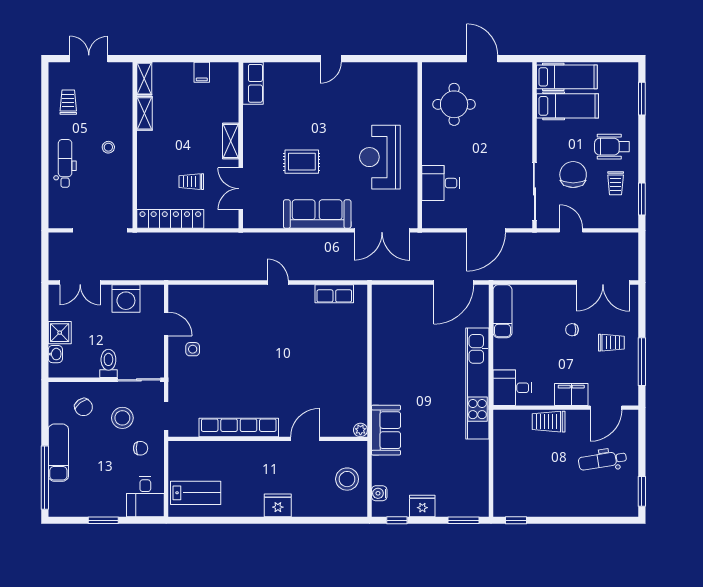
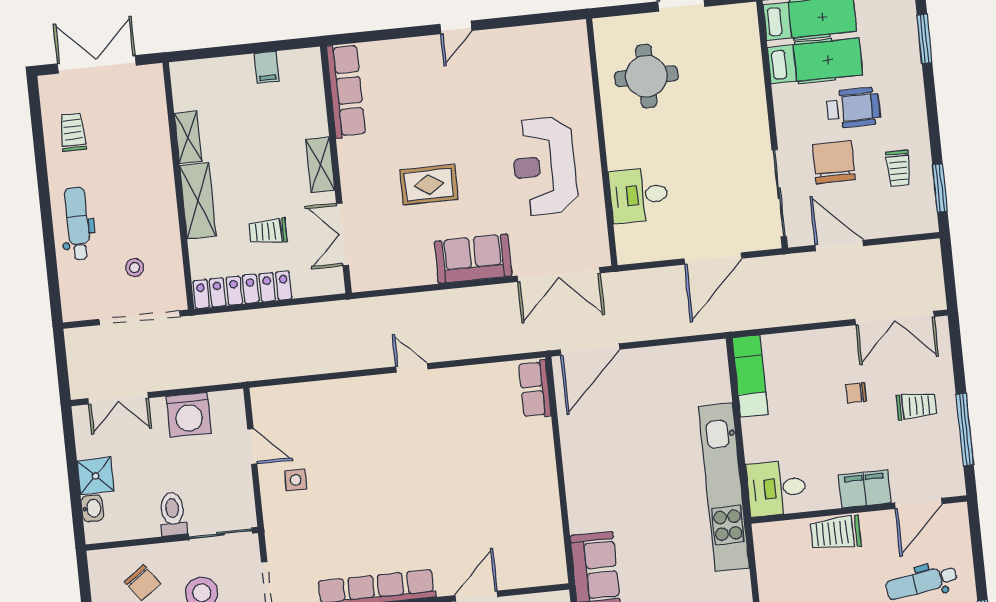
double door: (89, 59) -> (97, 64), width x1.37
shelving: (144, 79) -> (198, 201), moved, width x1.50, depth x1.33
row of seats: (253, 83) -> (346, 91), width x1.48
stool: (108, 147) -> (135, 268), moved
wheelchair: (612, 147) -> (853, 108), moved, turned 180
sofa: (317, 214) -> (473, 259), width x0.73
door: (571, 230) -> (839, 245), width x1.38
door: (454, 283) -> (590, 349), moved
row of seats: (334, 294) -> (535, 389), moved, turned 90
plant: (360, 430) -> (557, 574), removed

